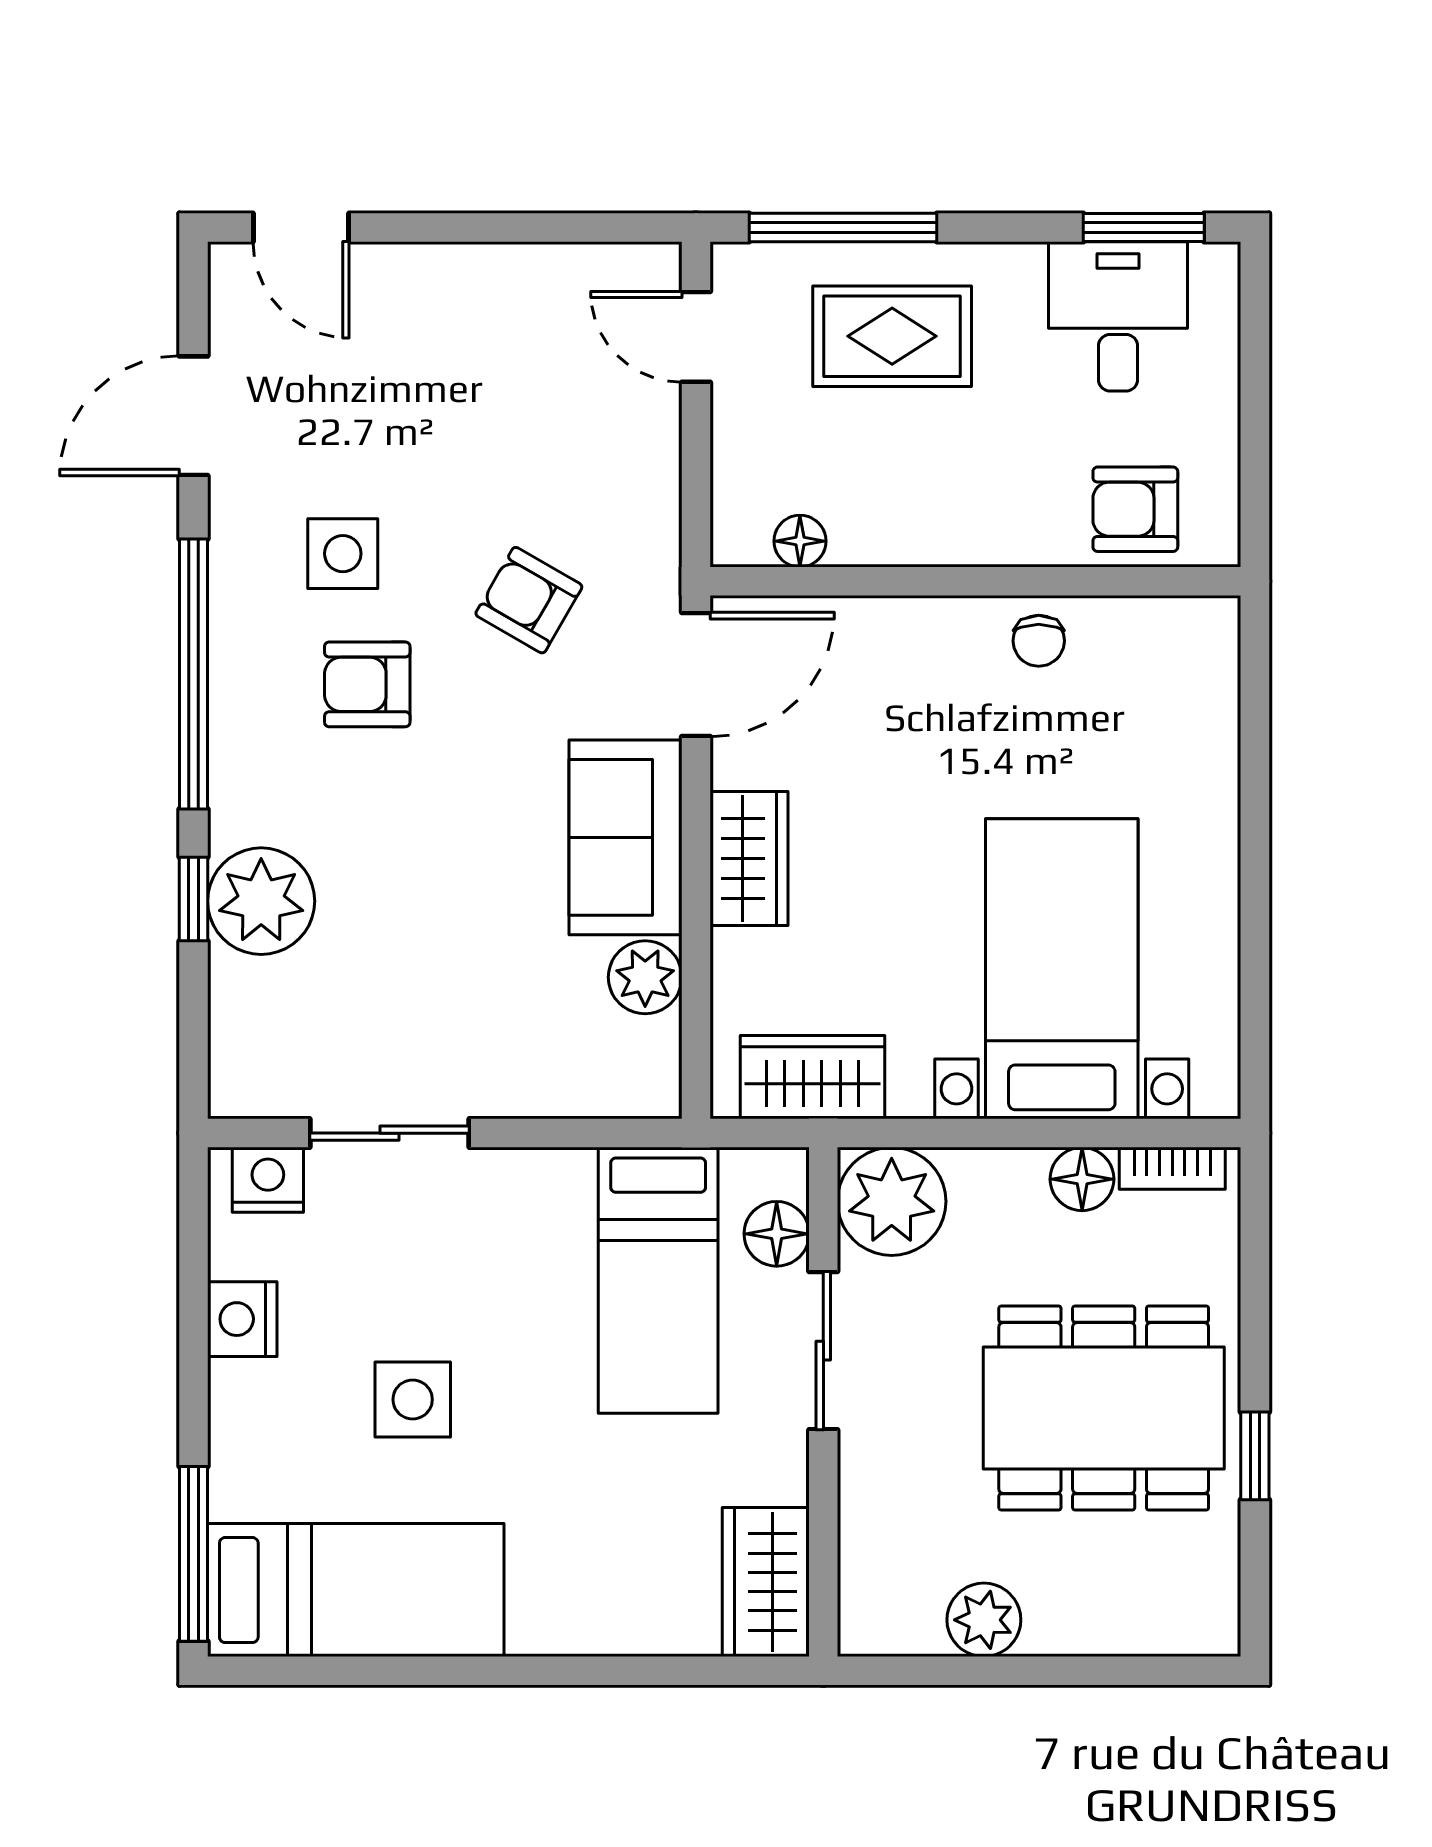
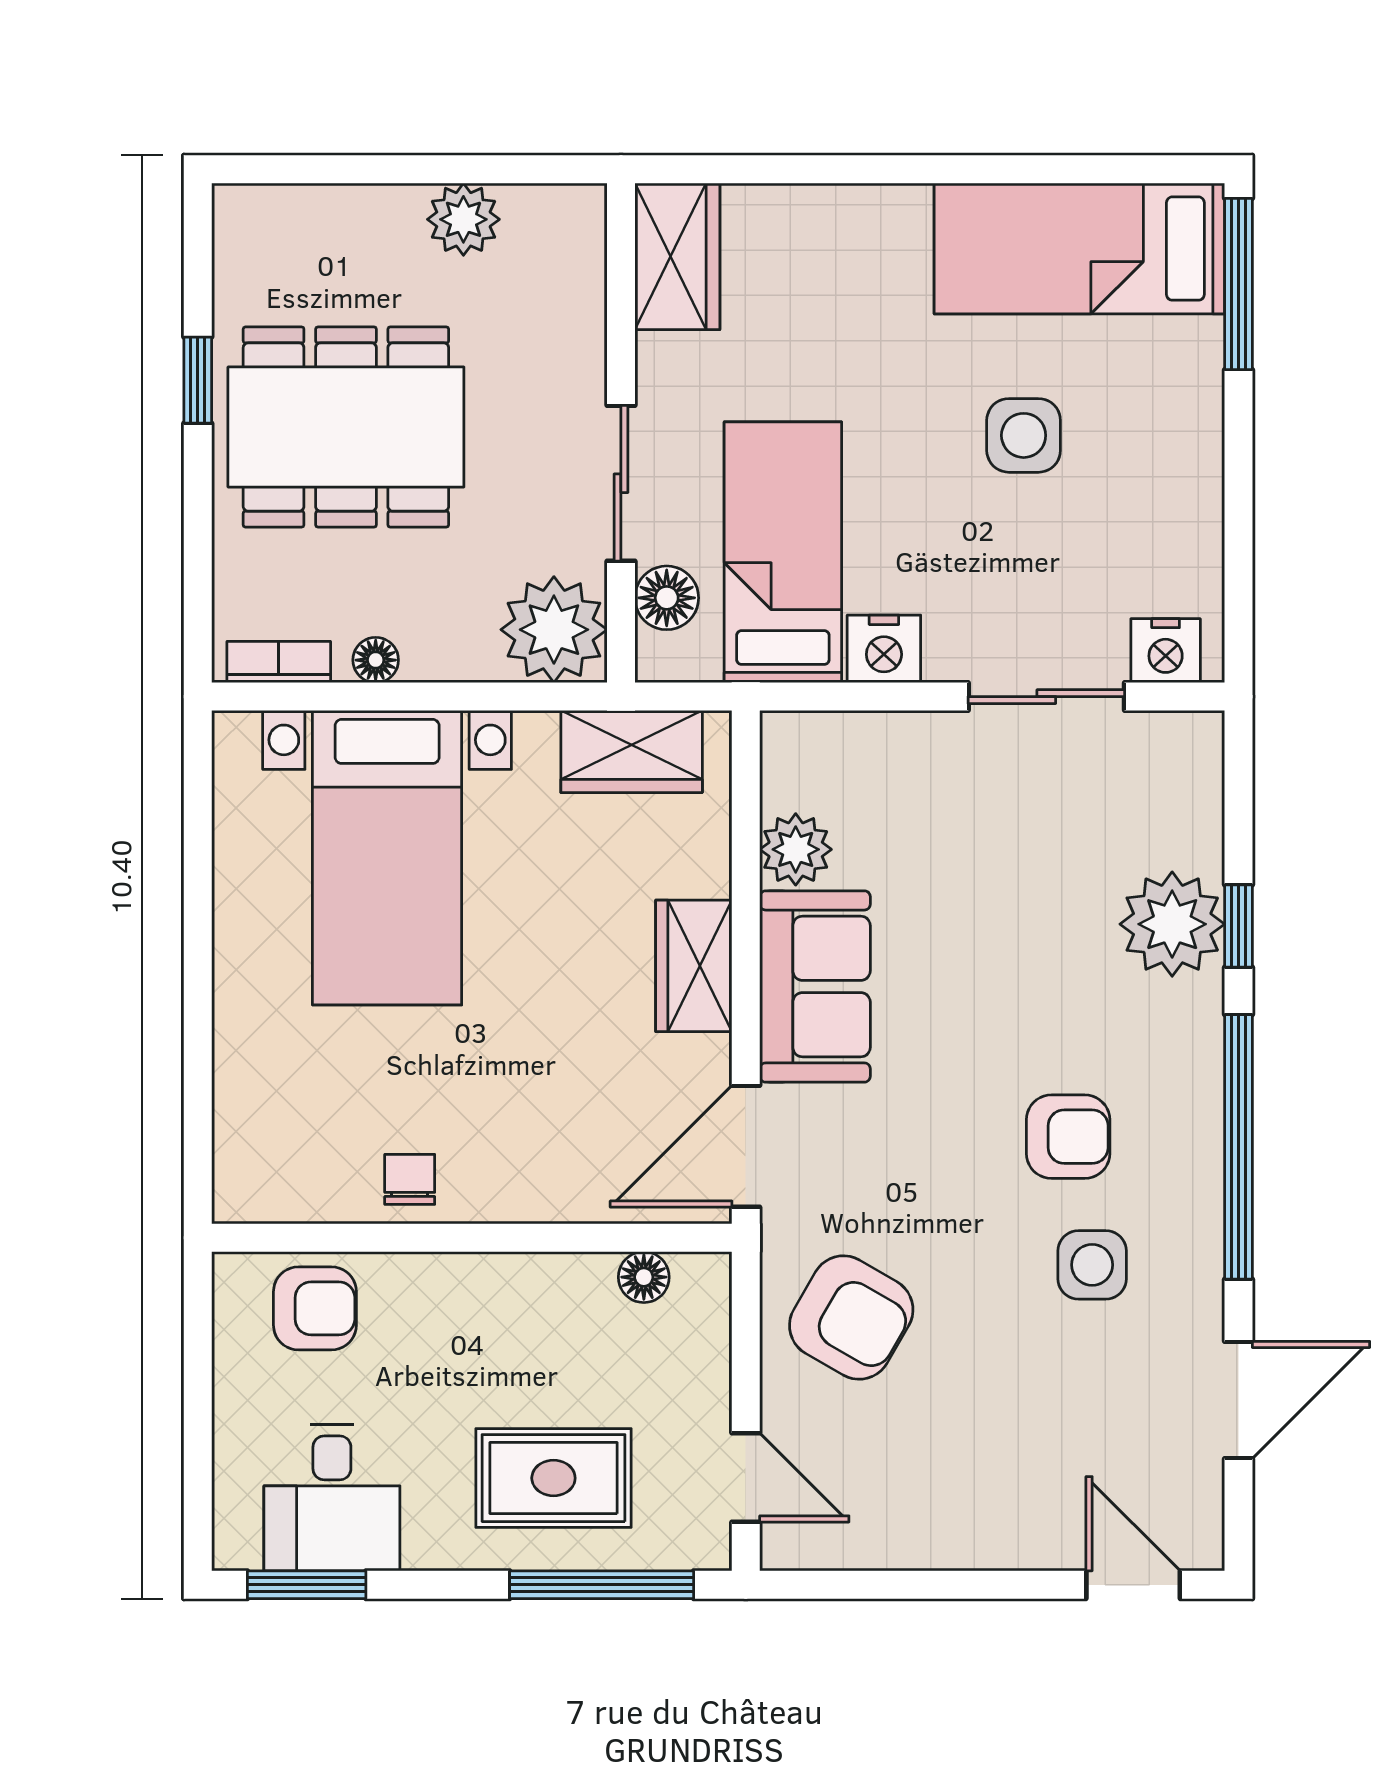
armchair: (529, 600) -> (851, 1318), moved, width x1.38, depth x1.38
floor lamp: (1082, 1179) -> (376, 660), width x0.73, depth x0.73
nightstand: (242, 1319) -> (884, 649), moved, turned 90

